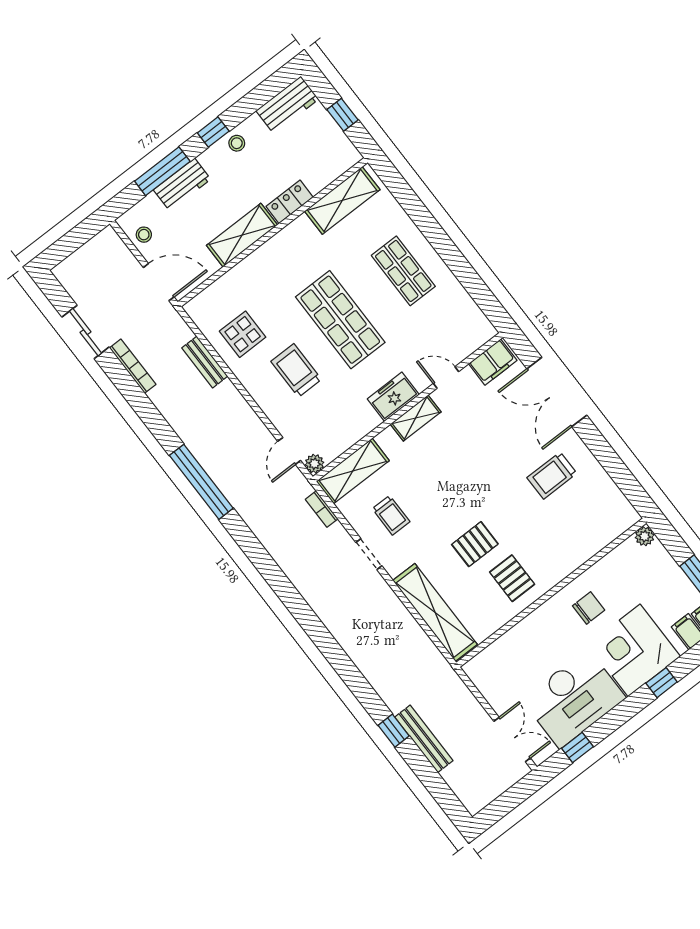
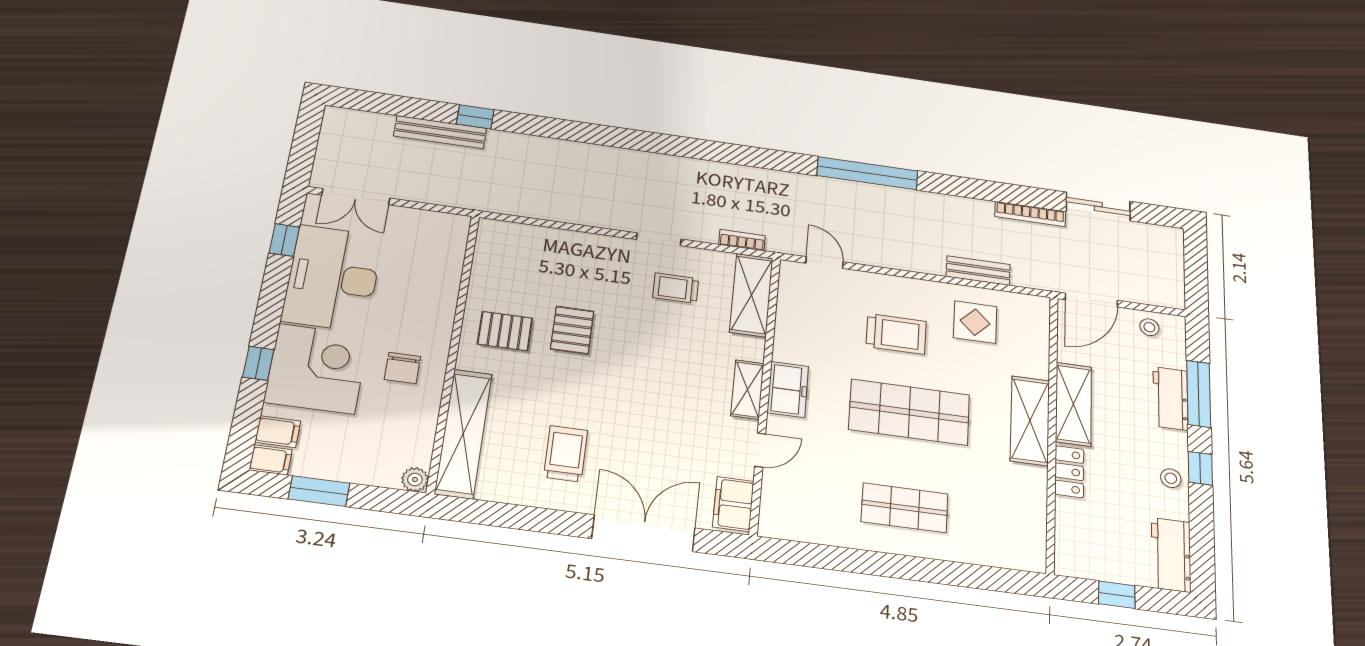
shelving: (342, 200) -> (1030, 421), moved
plant: (314, 464) -> (791, 271), removed
shelving: (435, 612) -> (463, 433), moved, turned 90

